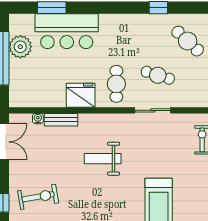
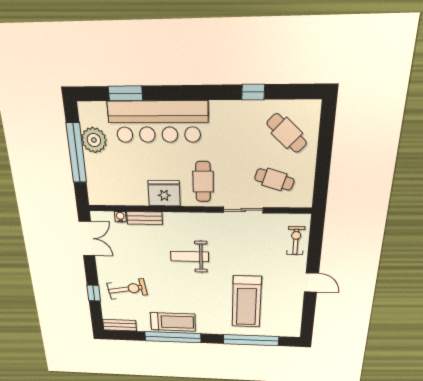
bar counter: (67, 31) -> (158, 122), width x1.36
cafe table: (158, 75) -> (274, 179), moved

